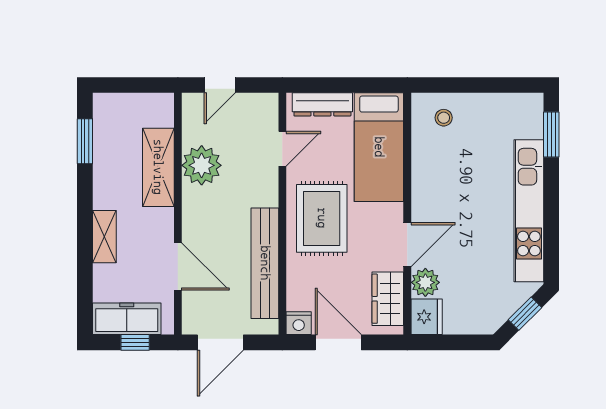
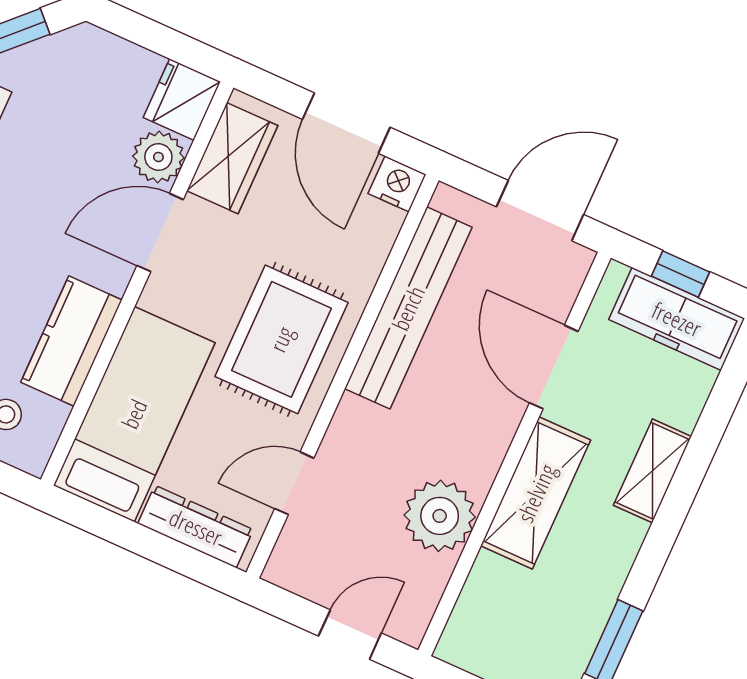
shelving: (158, 167) -> (536, 493), moved
kitchen counter: (427, 170) -> (71, 341), added

